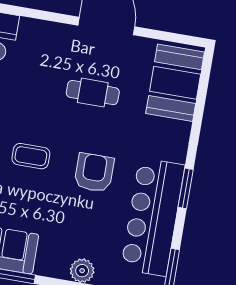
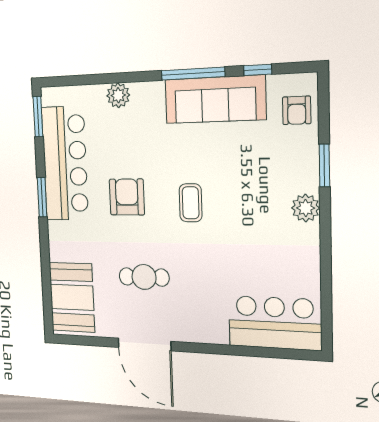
coffee table: (31, 156) -> (191, 203), turned 90
armchair: (94, 173) -> (127, 197), turned 180

